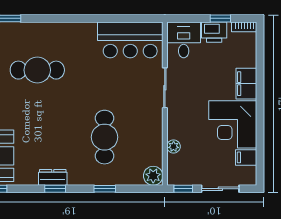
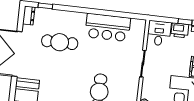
bar counter: (130, 40) -> (108, 27), moved

